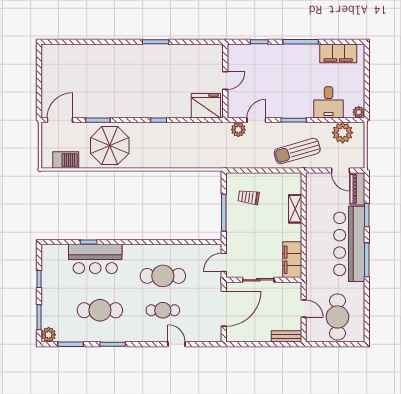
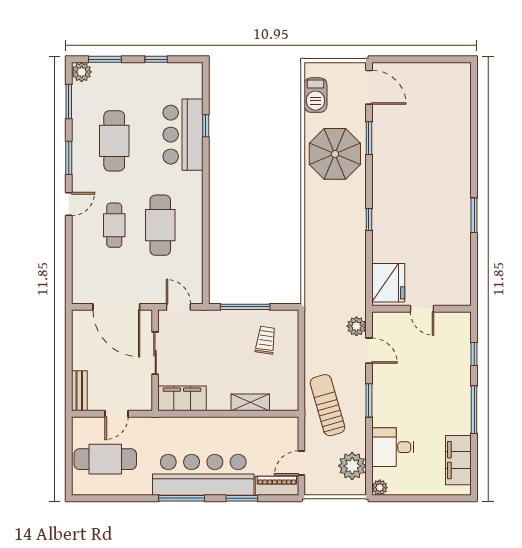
door: (176, 344) -> (69, 204), moved

